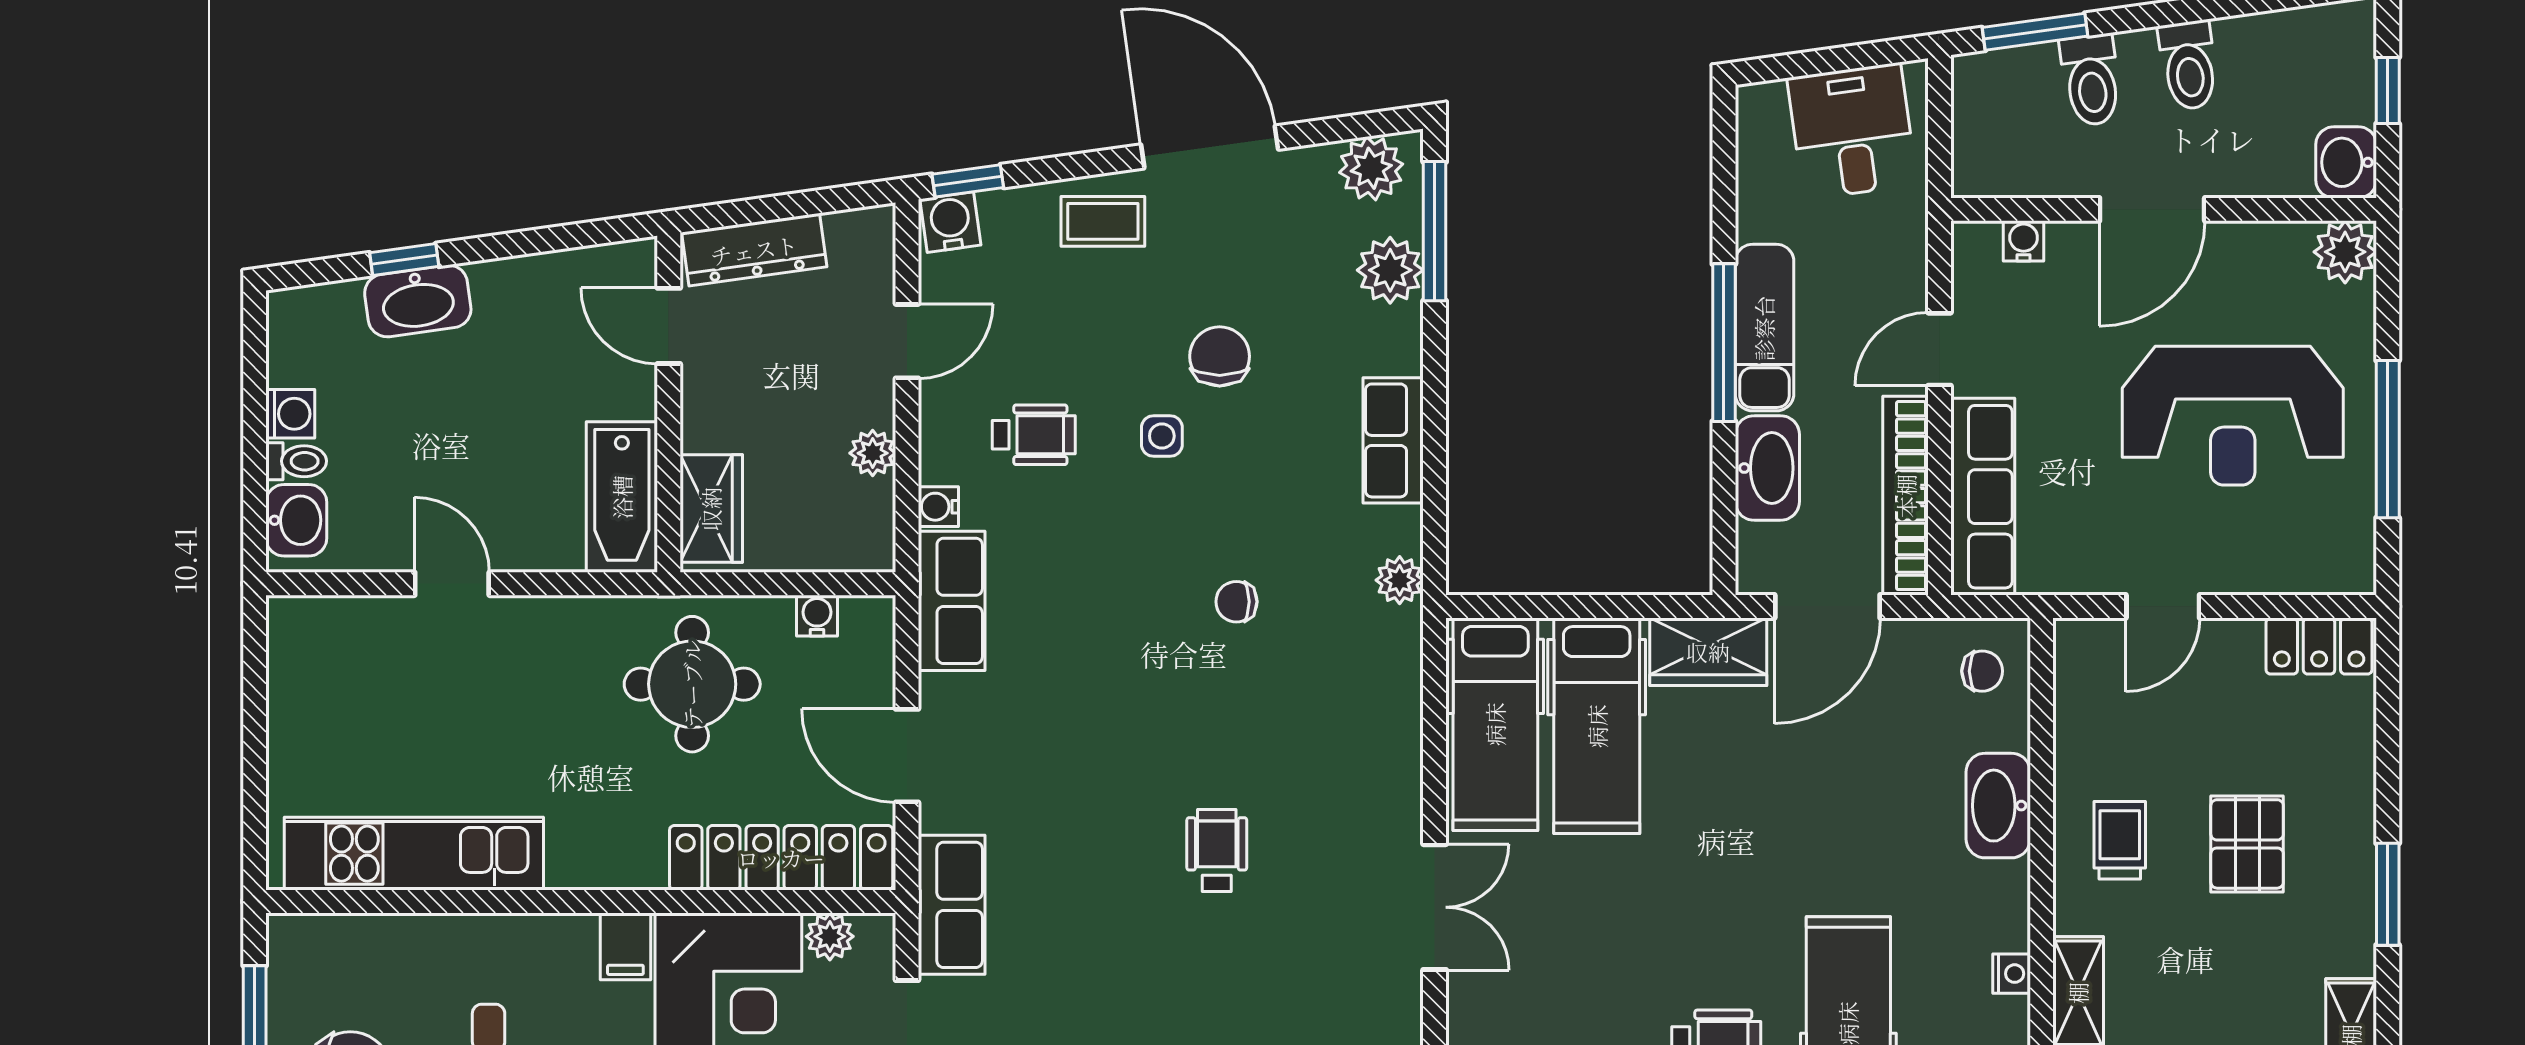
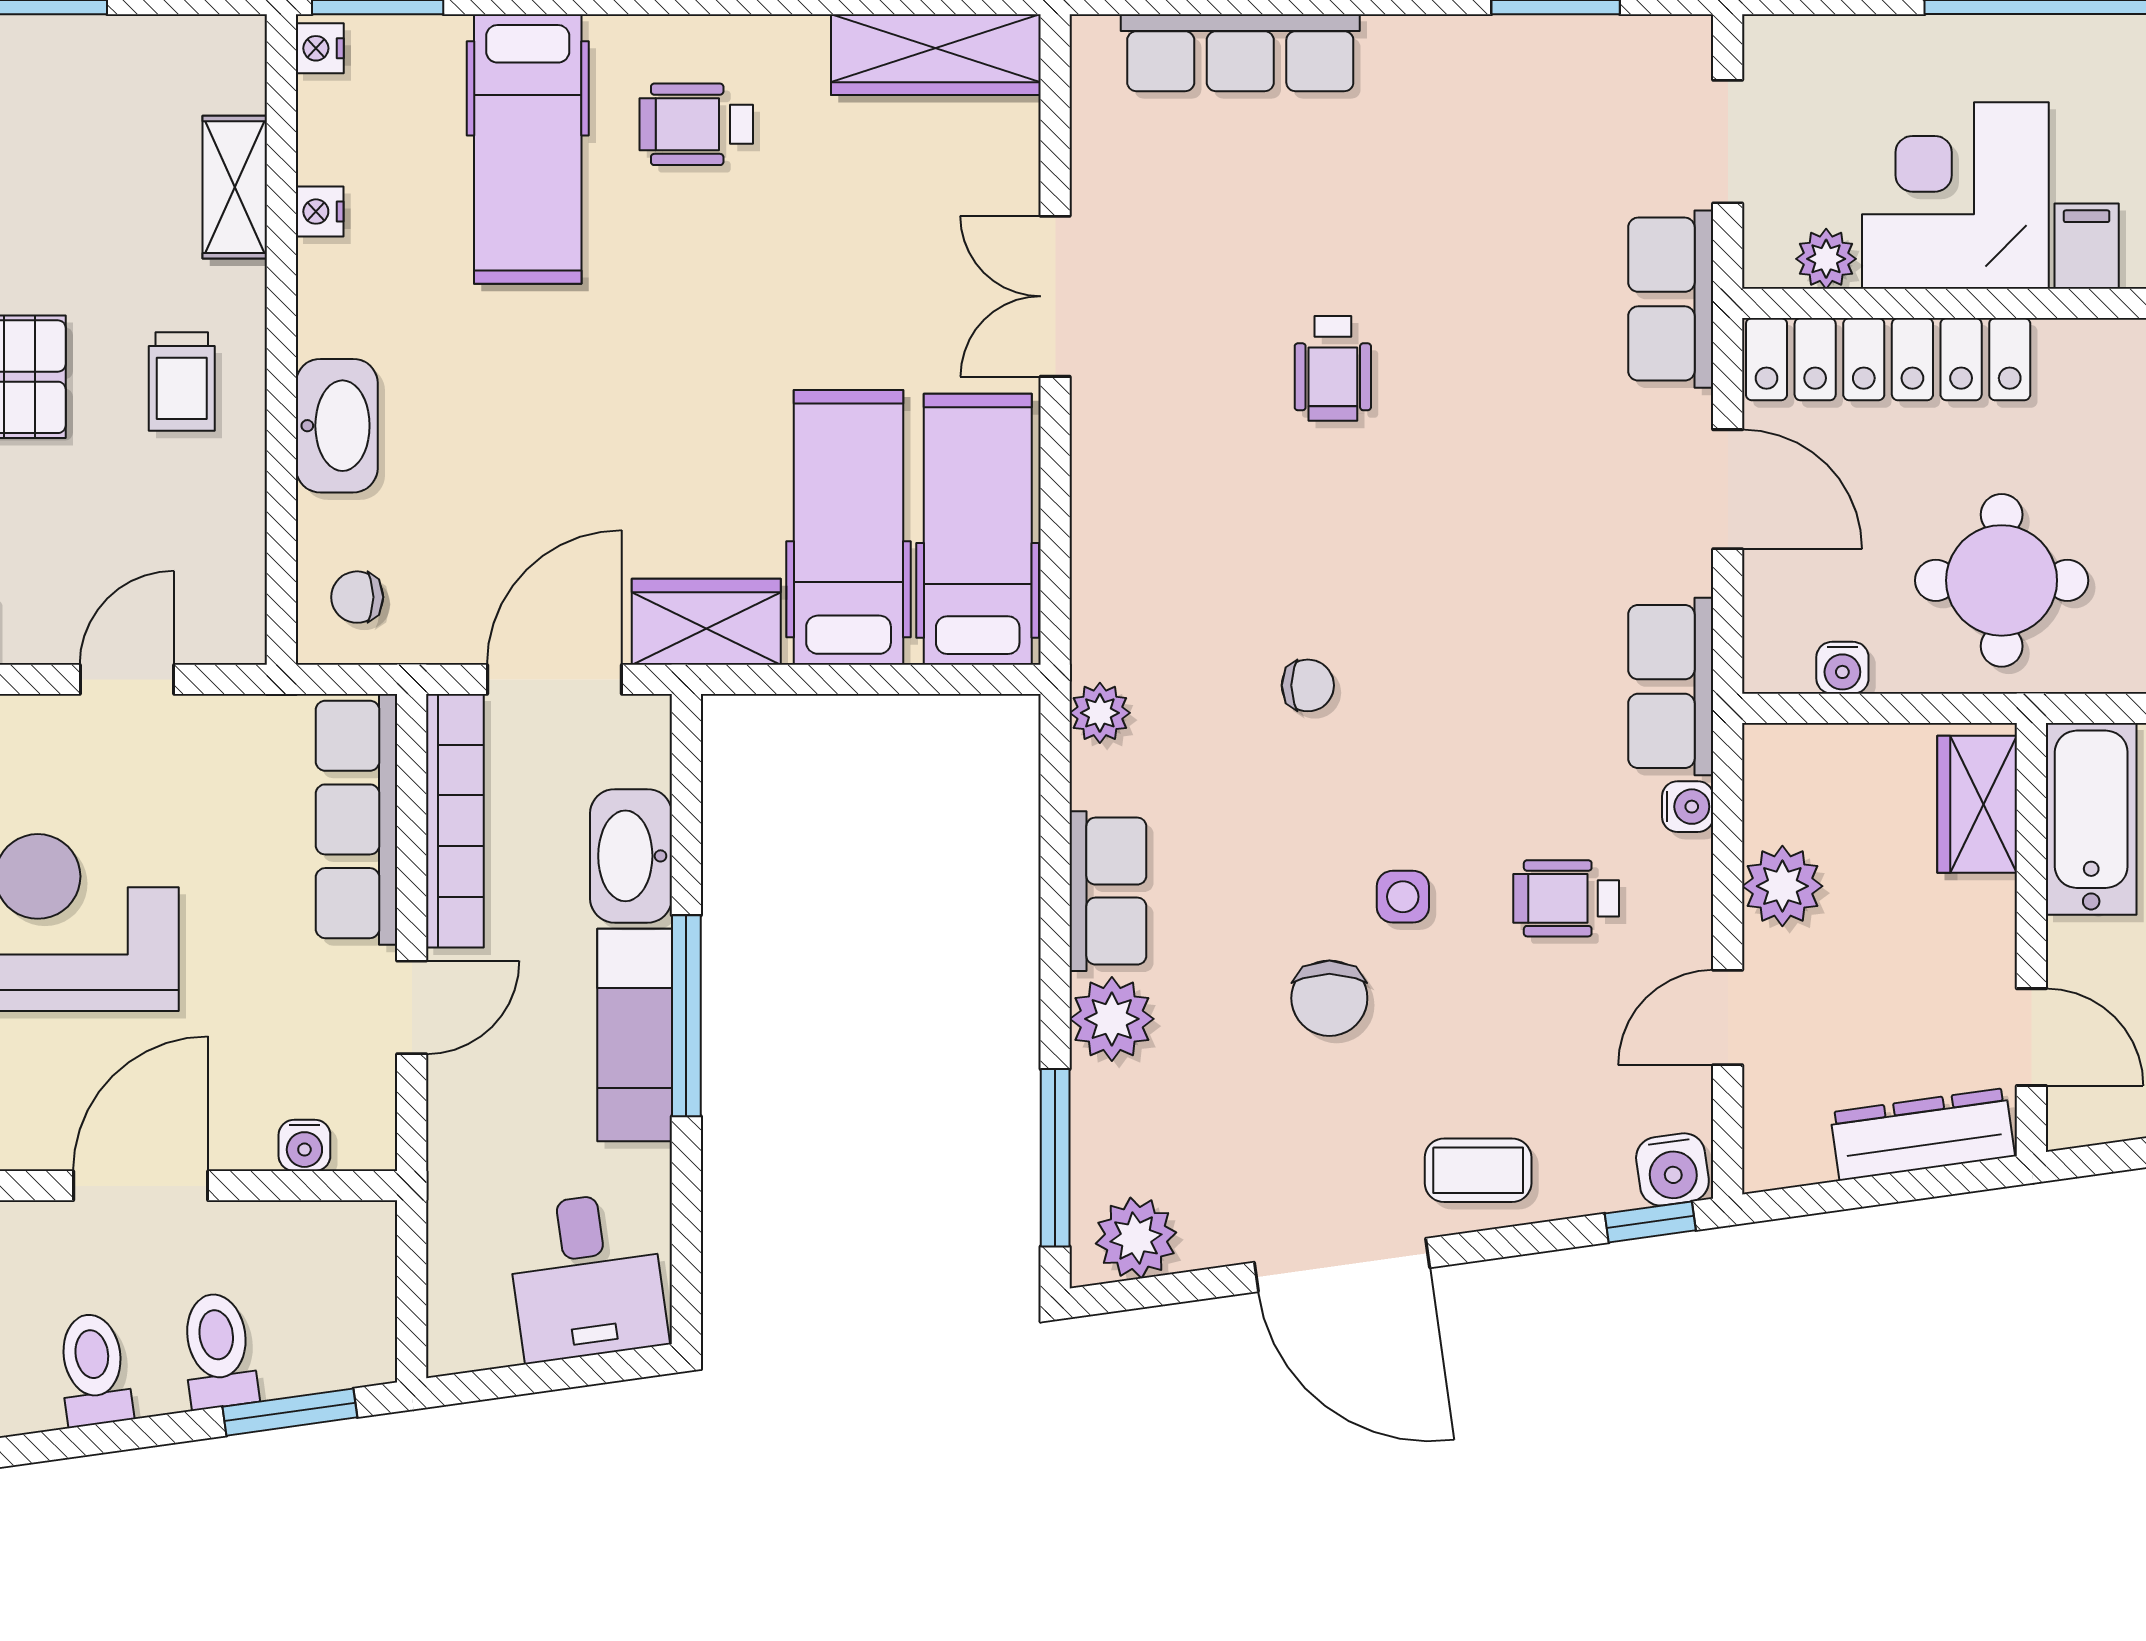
desk: (1852, 131) -> (587, 1276), moved
plant: (1390, 270) -> (1112, 1019), moved
plant: (873, 453) -> (1782, 886), width x1.38, depth x1.38

